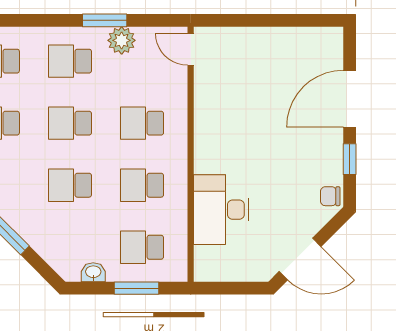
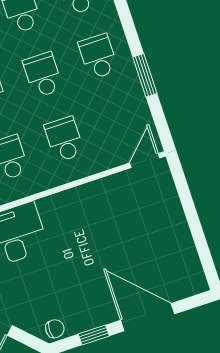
plant: (122, 40) -> (132, 96), removed
chair: (330, 196) -> (55, 329), turned 90

